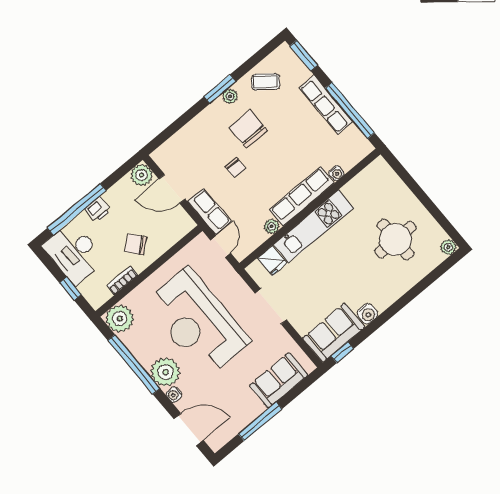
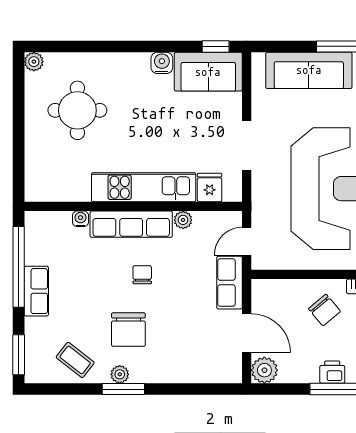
row of seats: (326, 105) -> (36, 291), width x0.68
chair: (235, 168) -> (142, 275), moved
sofa: (279, 380) -> (309, 70), width x1.36

